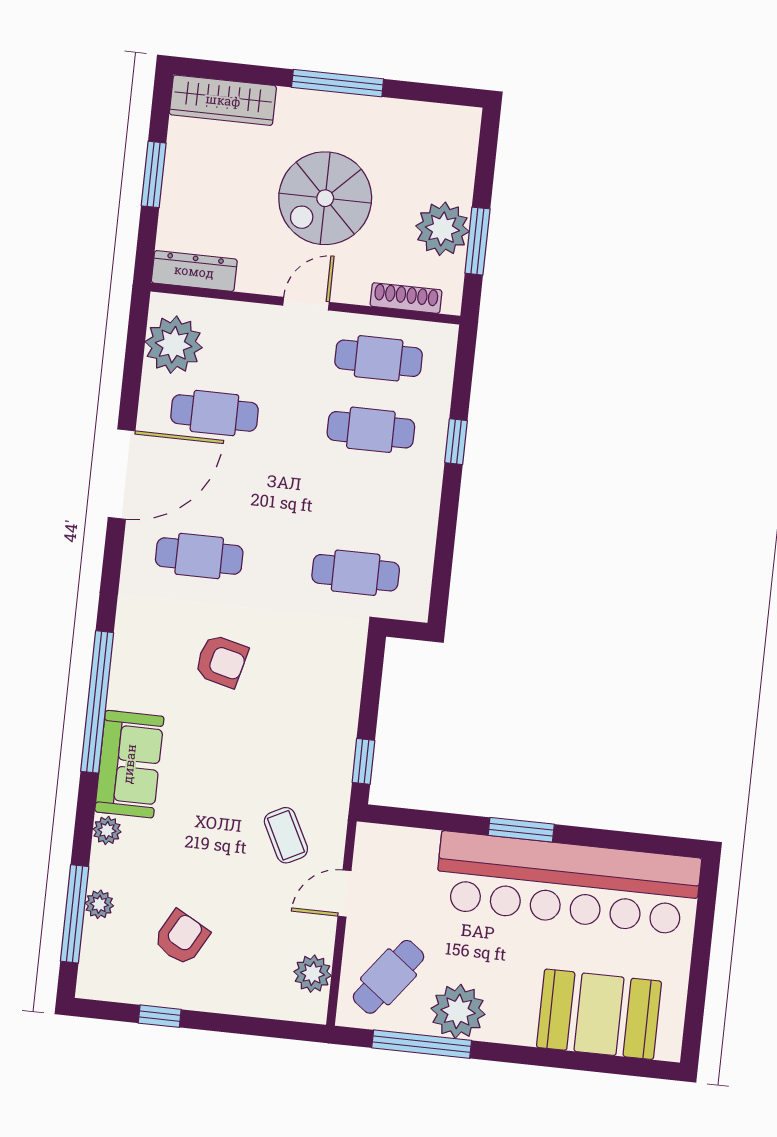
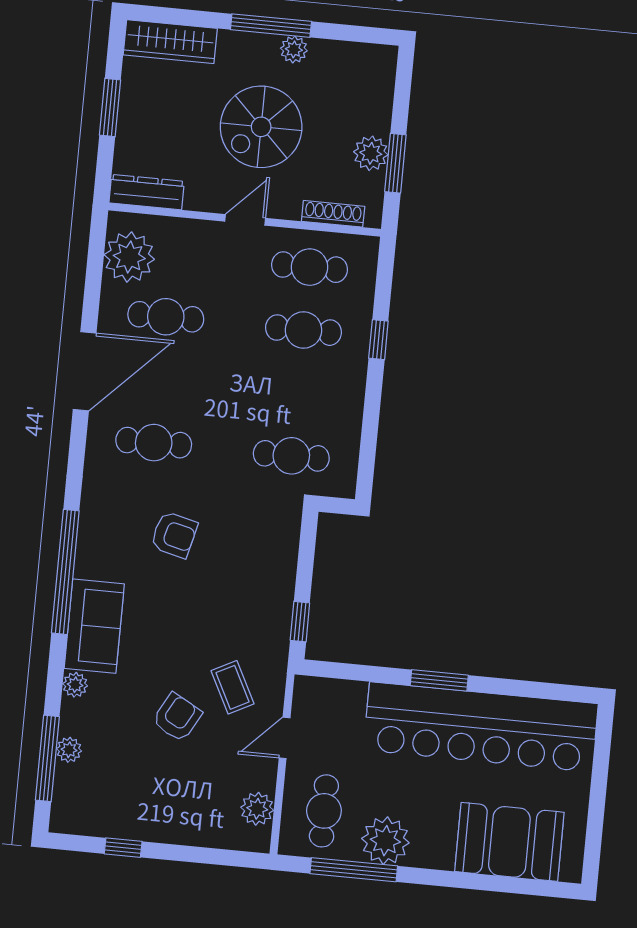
plant: (363, 111) -> (294, 49), added
plant: (442, 229) -> (371, 153), width x0.73, depth x0.73
armchair: (181, 938) -> (177, 717), moved
cafe table: (388, 977) -> (324, 811), turned -37

